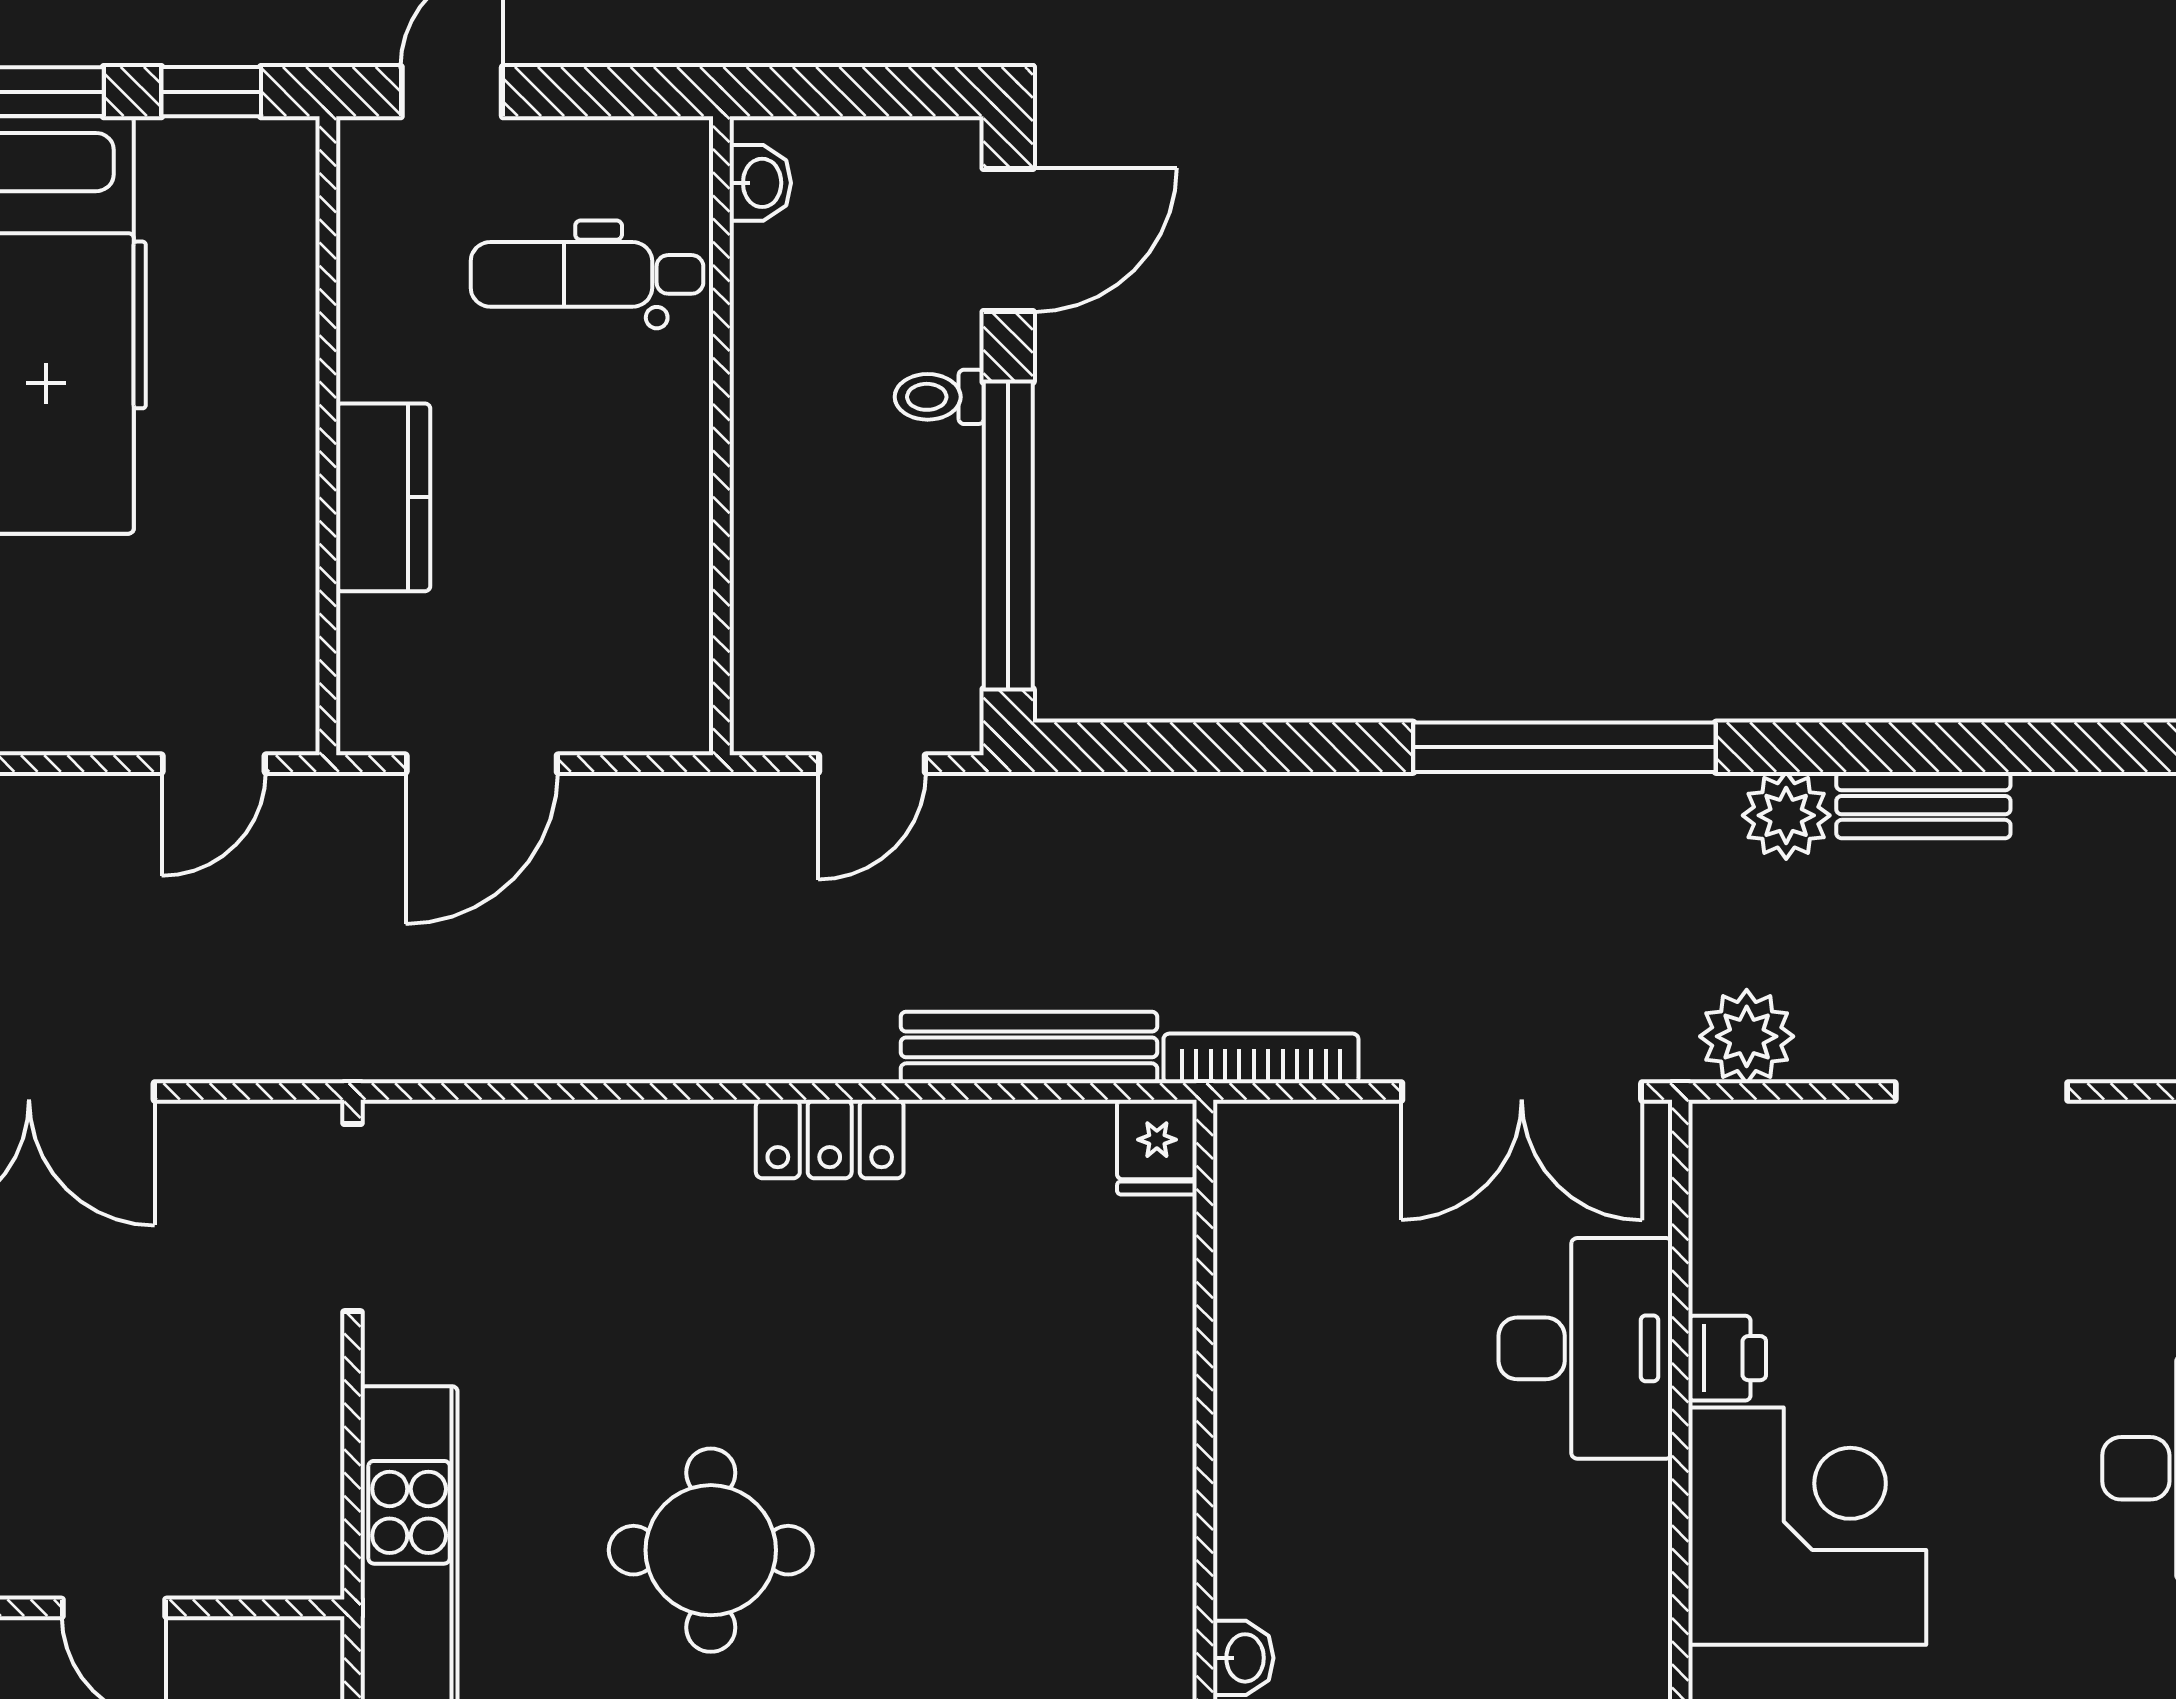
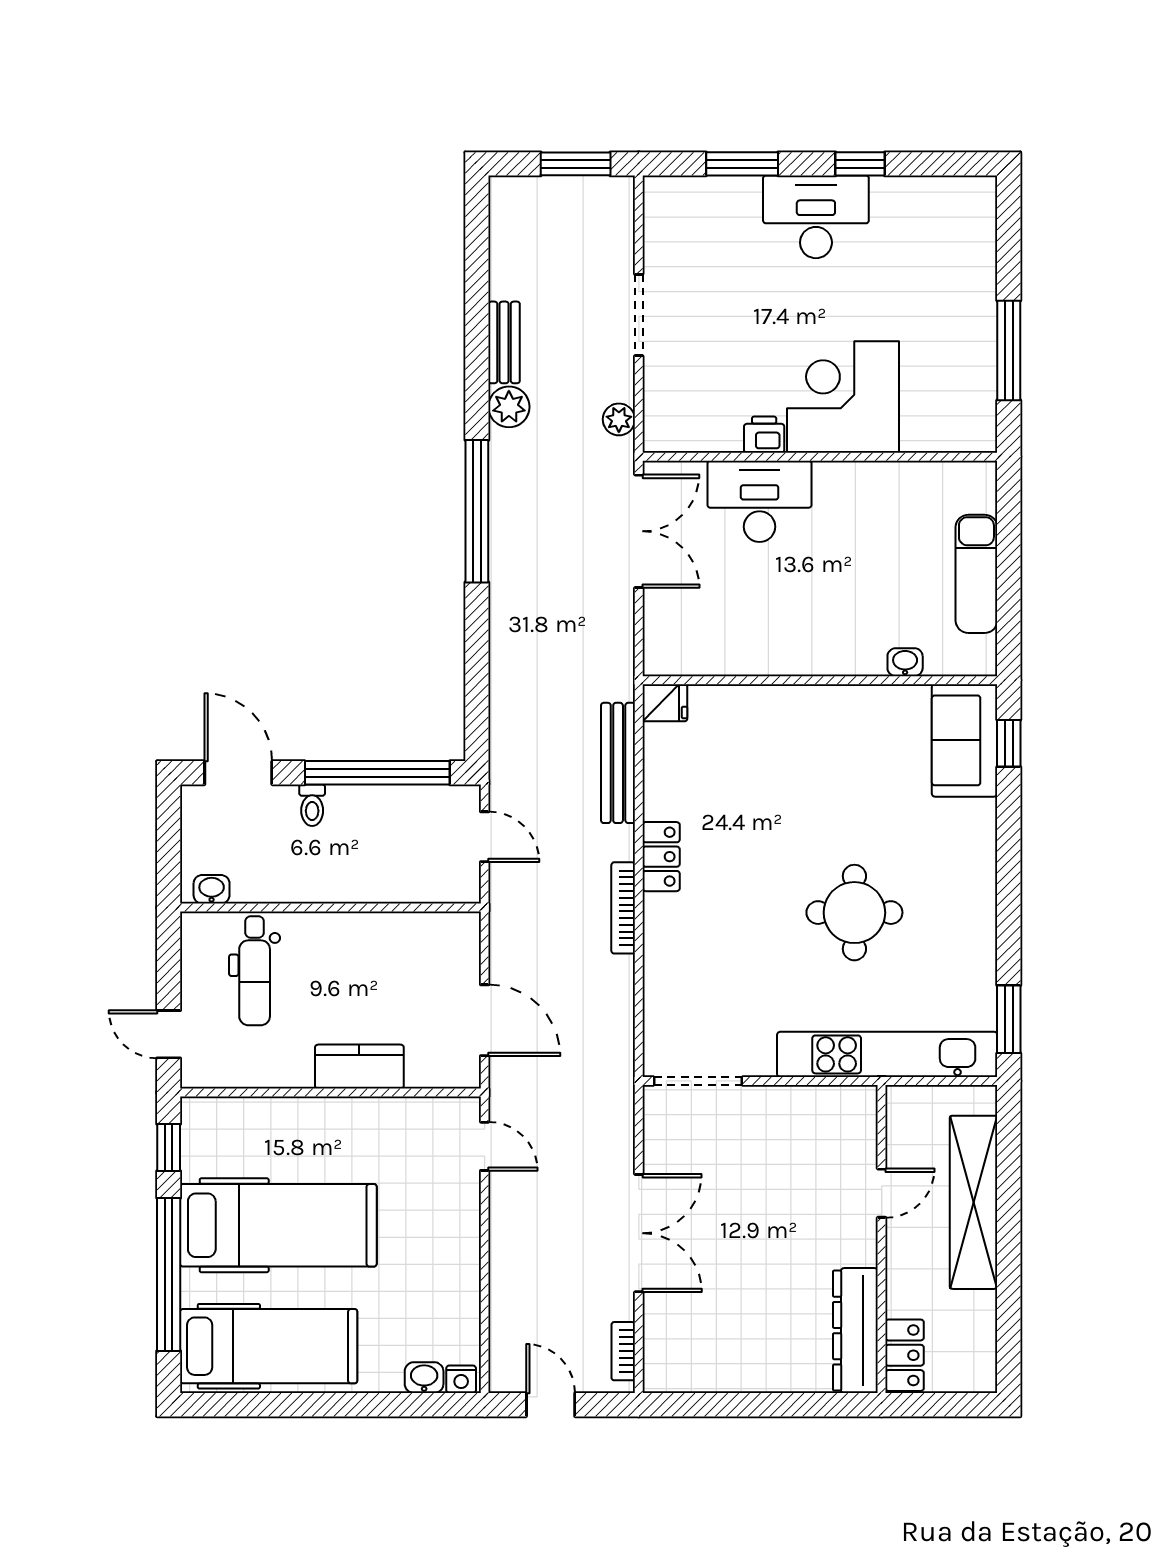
plant: (1747, 1036) -> (619, 419), width x0.73, depth x0.73
bookcase: (1261, 1058) -> (623, 908), moved

